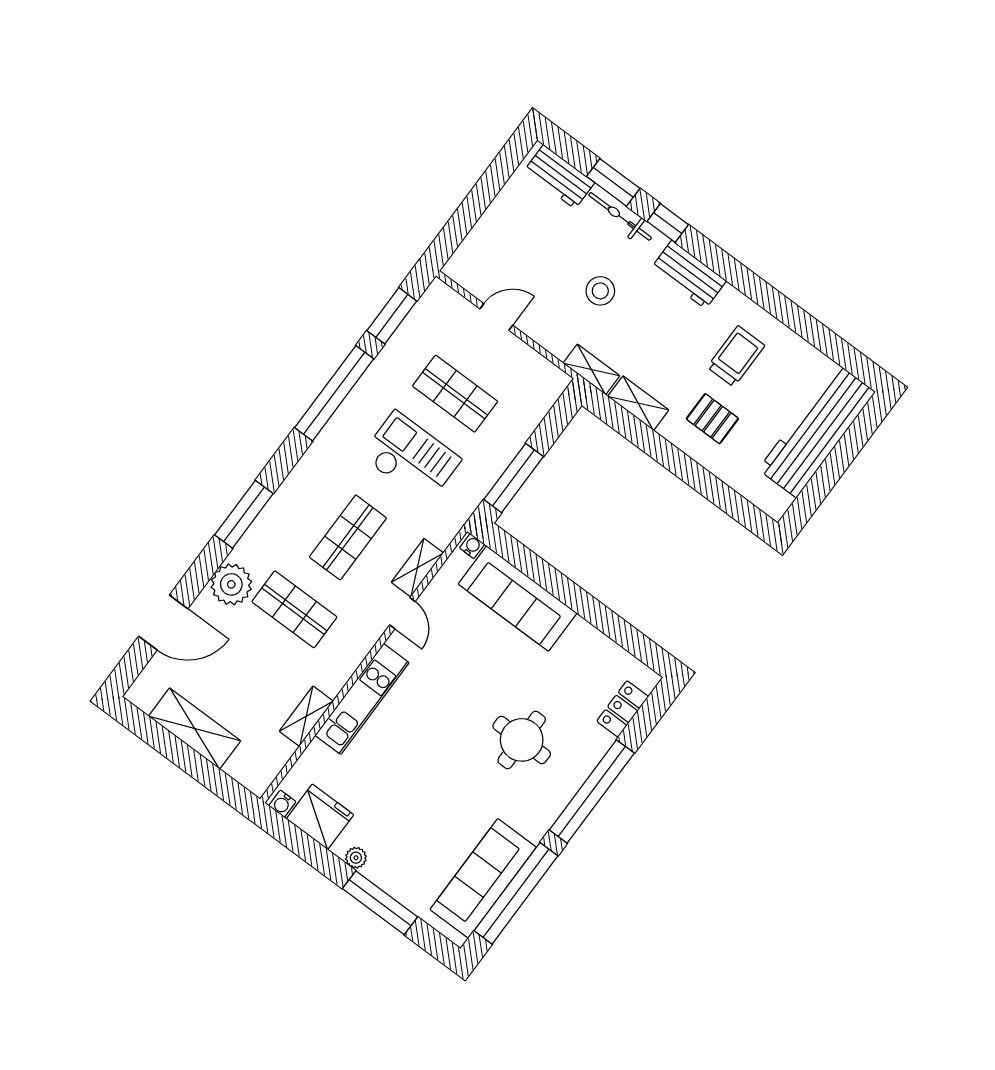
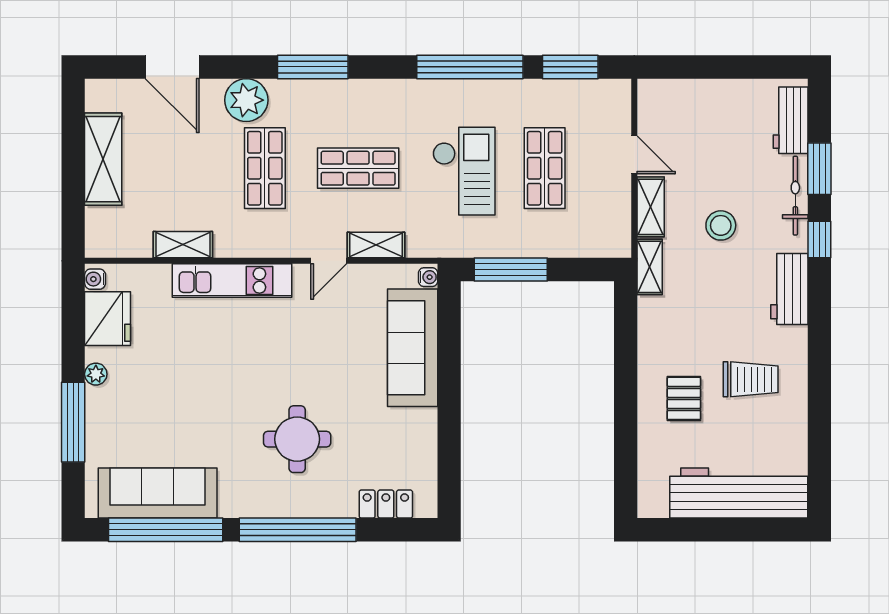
shelving: (638, 403) -> (651, 207), moved

